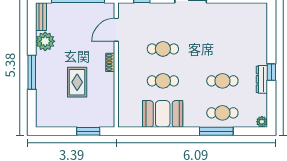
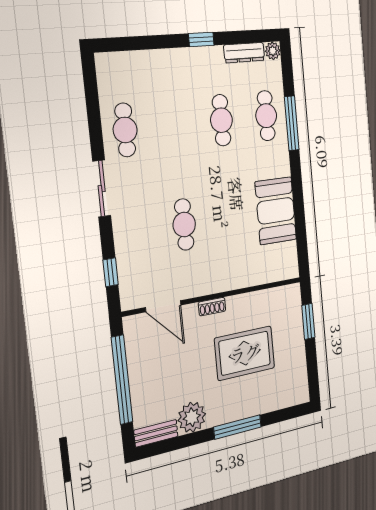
dresser: (262, 79) -> (244, 53), moved
cafe table: (163, 81) -> (125, 130), moved
rug: (77, 82) -> (245, 353), width x1.36, depth x1.43

